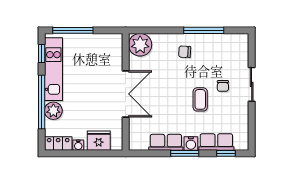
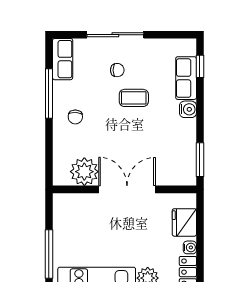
plant: (140, 45) -> (84, 172), moved
sliding door: (252, 84) -> (115, 35), width x1.37
row of seats: (166, 142) -> (63, 59), moved, turned 180
window: (185, 153) -> (200, 160), moved

